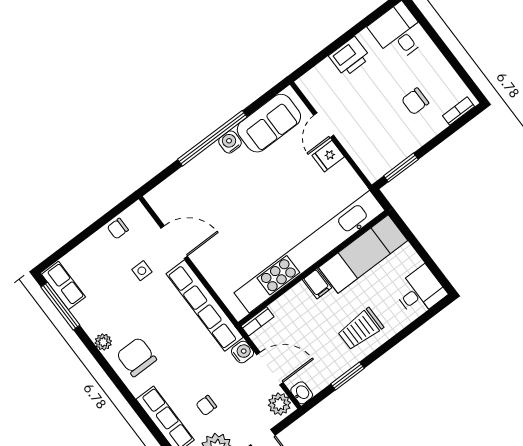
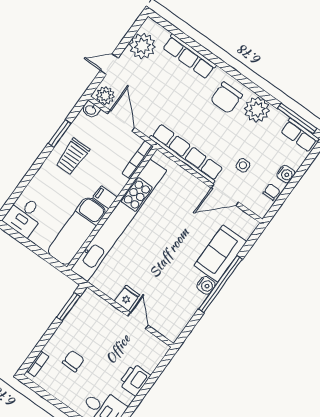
sofa: (269, 123) -> (220, 254), moved
bookcase: (257, 321) -> (138, 160), width x1.56
trolley: (361, 329) -> (73, 156), moved, turned 180
plant: (103, 342) -> (257, 110), width x1.87, depth x1.87
water cooler: (242, 352) -> (286, 174), moved, turned -90
chair: (136, 357) -> (226, 98), turned 90
door: (270, 369) -> (121, 121), swing flipped
chair: (206, 405) -> (161, 77), removed

